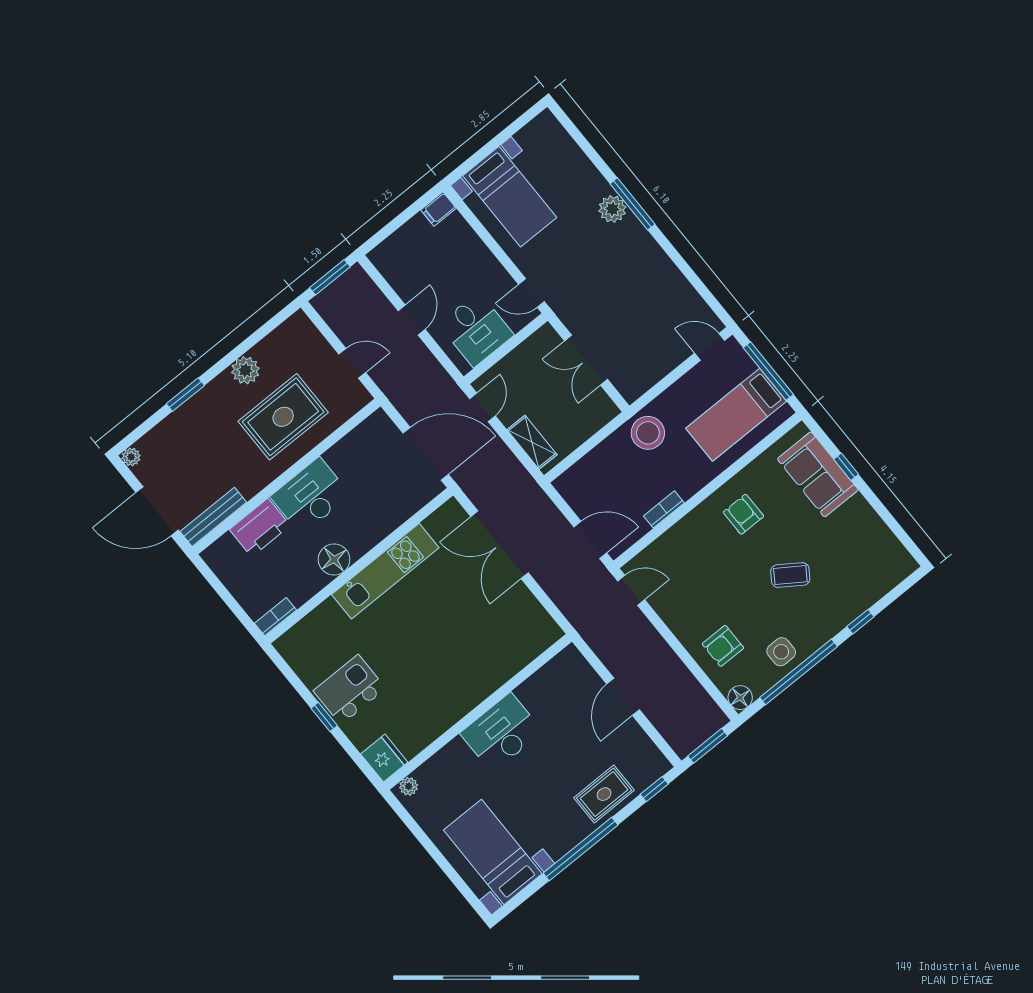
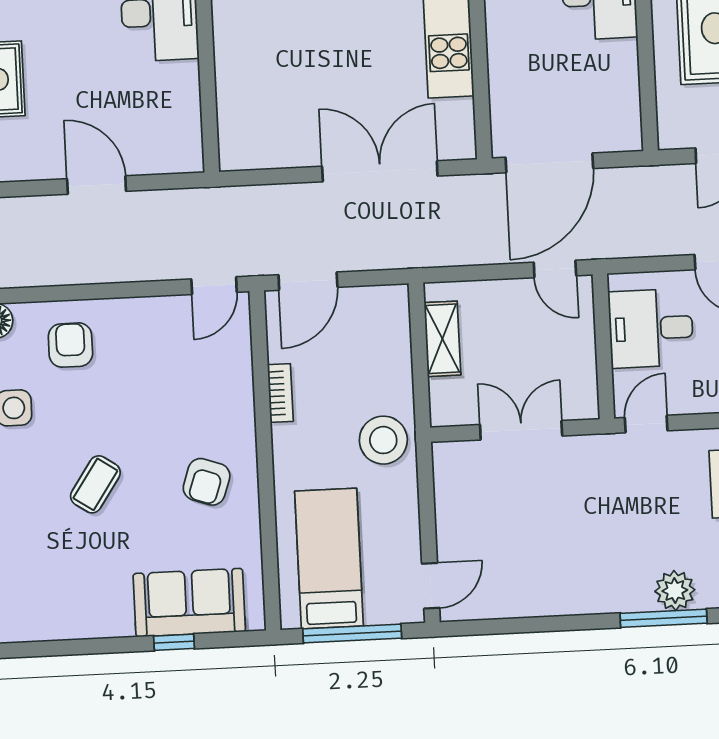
shelving: (532, 442) -> (442, 339), moved, turned 90
armchair: (743, 514) -> (207, 482), turned 109

